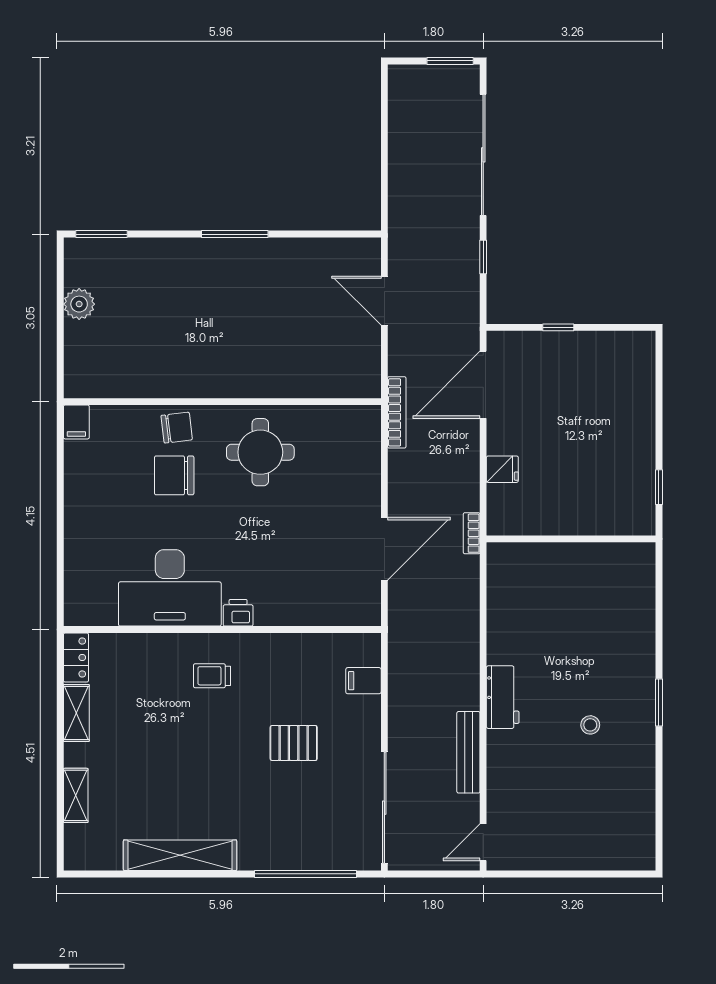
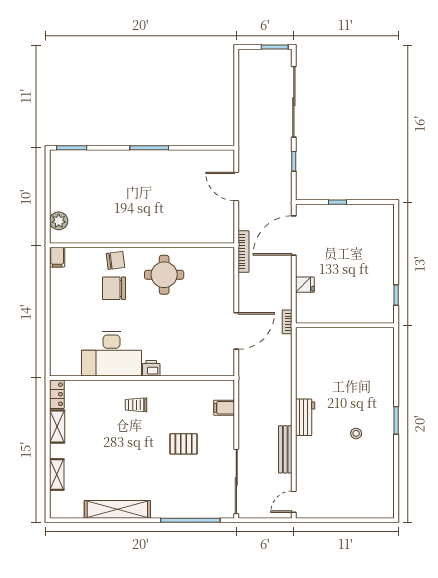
plant: (79, 304) -> (59, 221), moved

